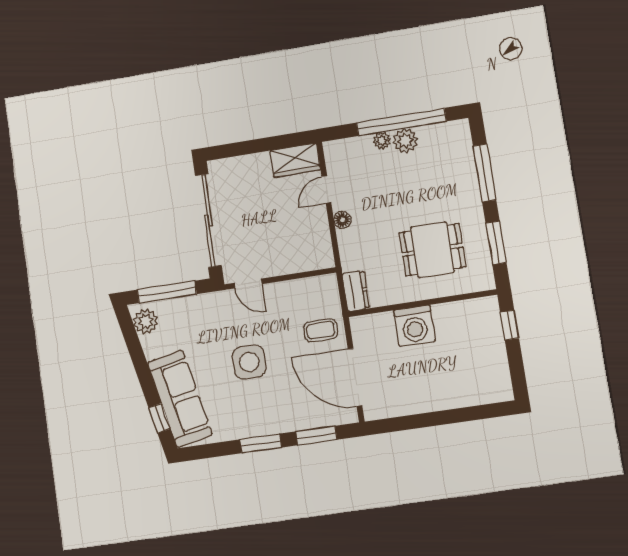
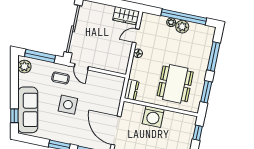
dining table: (432, 250) -> (175, 84), width x1.38
coffee table: (321, 330) -> (60, 78), moved

